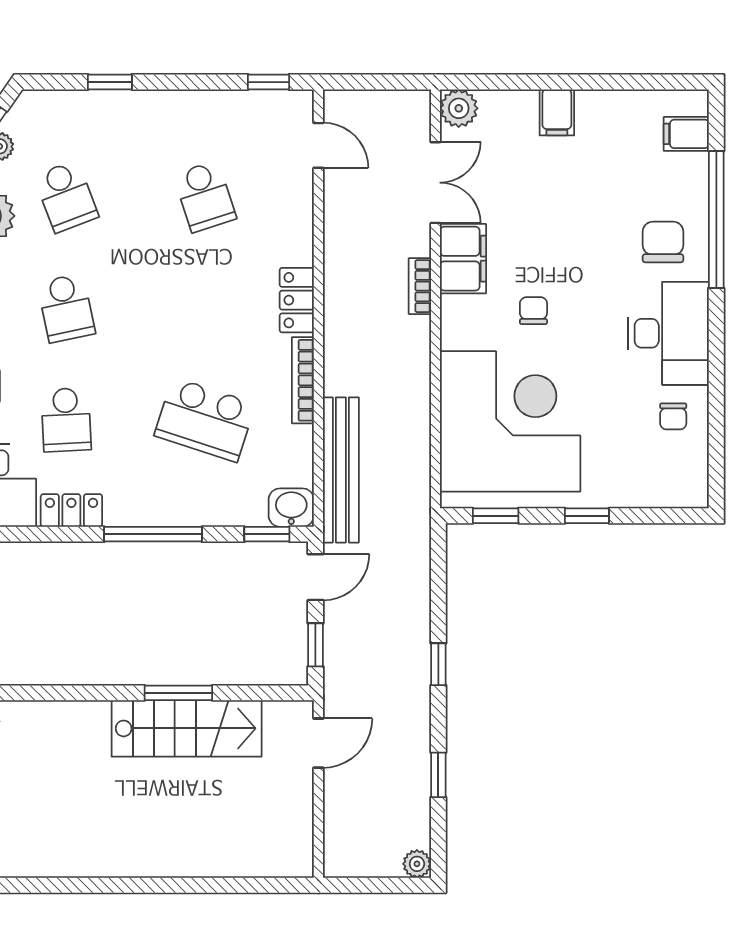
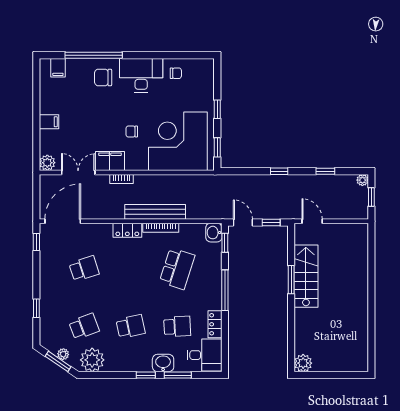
door: (318, 145) -> (63, 221), width x1.87
bench: (341, 470) -> (155, 212), moved
window: (376, 885) -> (371, 197), added

